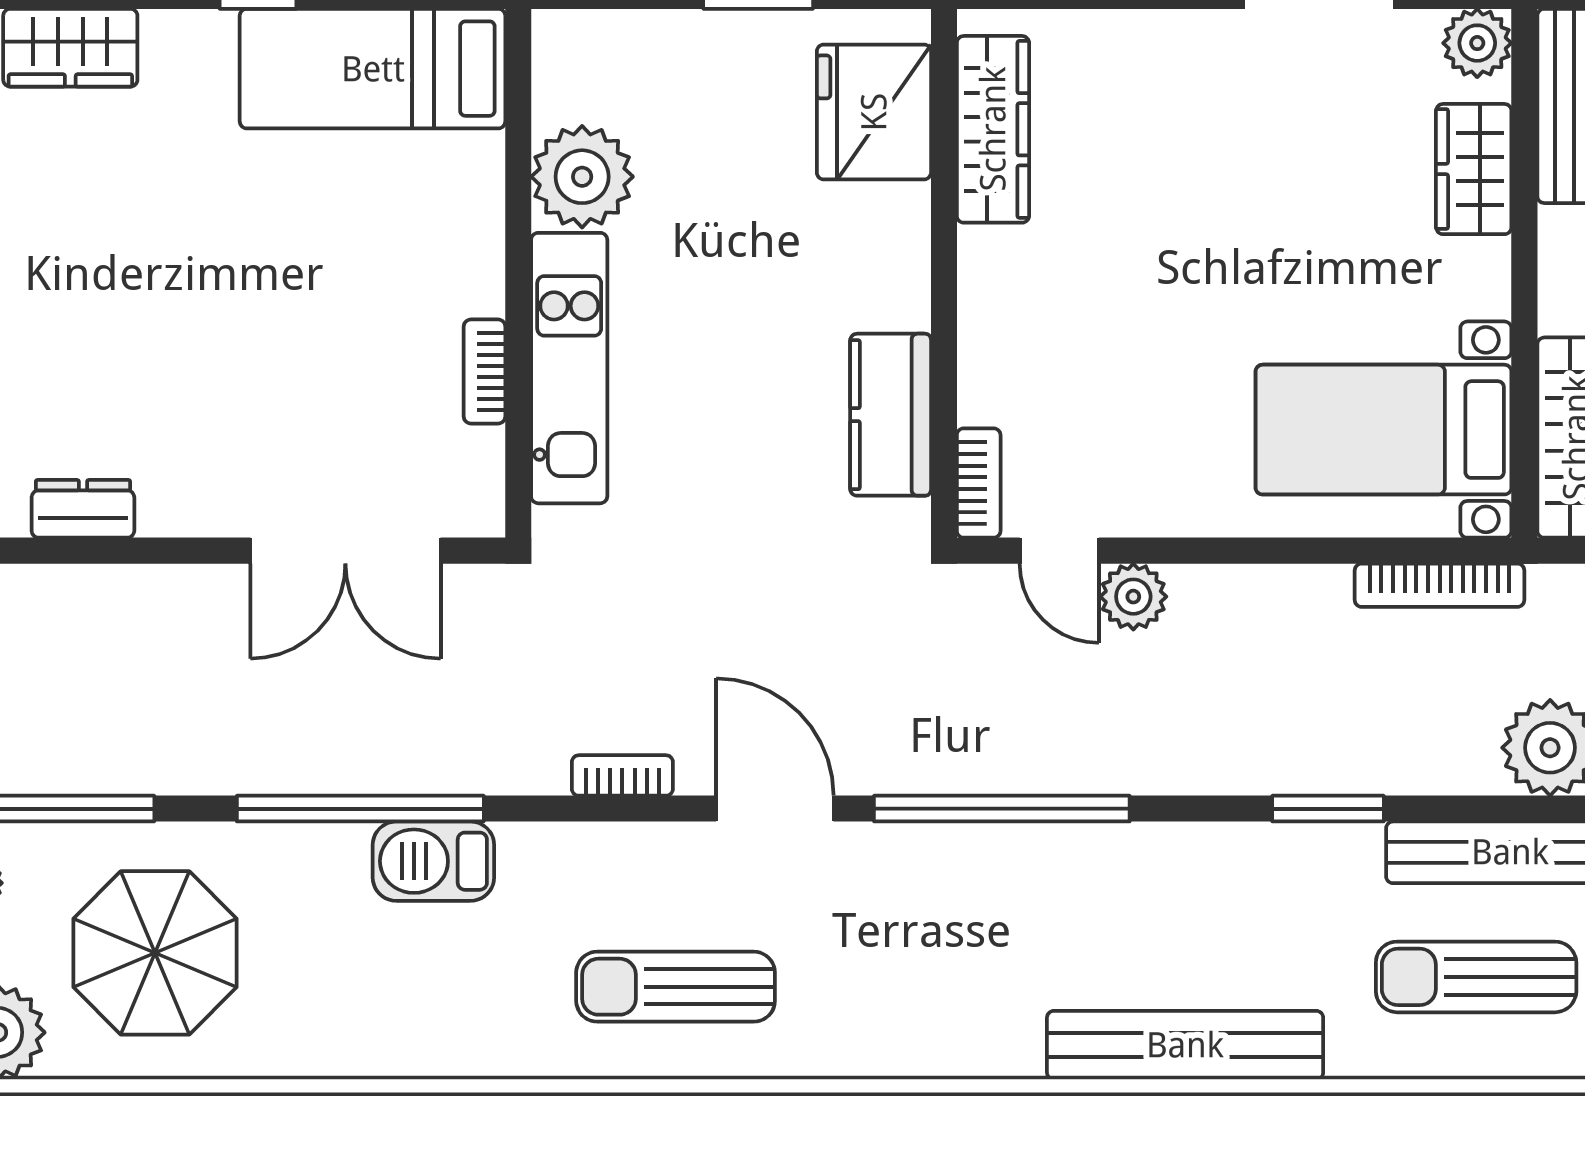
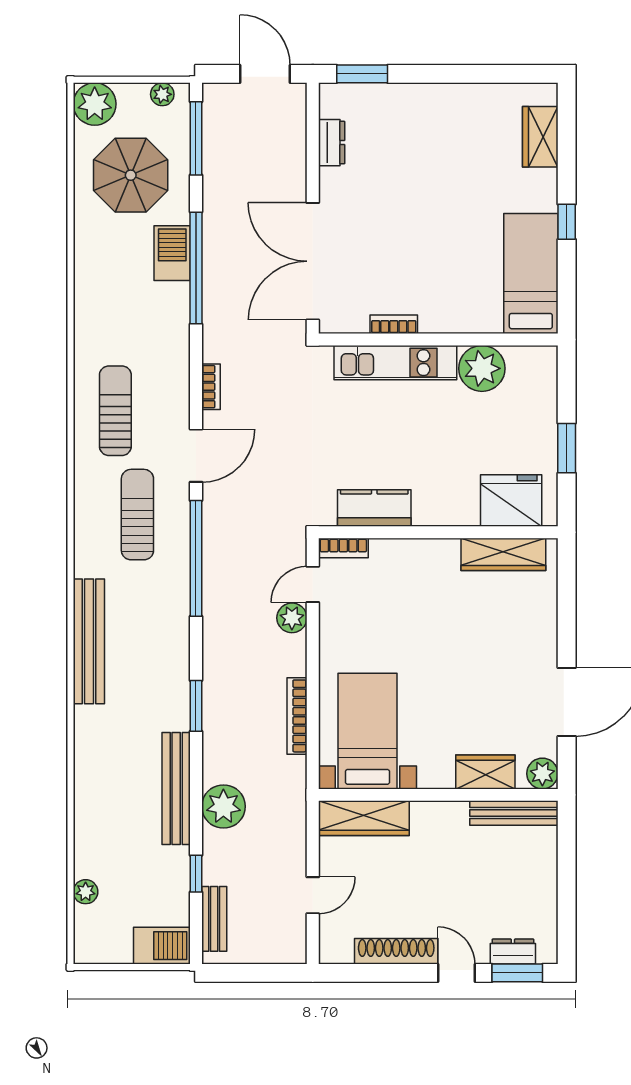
double door: (345, 551) -> (313, 261), width x1.36
bookcase: (1440, 585) -> (297, 716), moved
barbecue: (433, 861) -> (172, 253), moved
sun lounger: (1476, 977) -> (137, 515), moved

